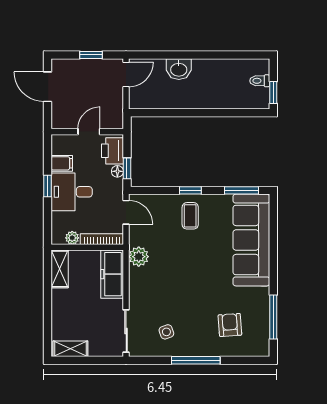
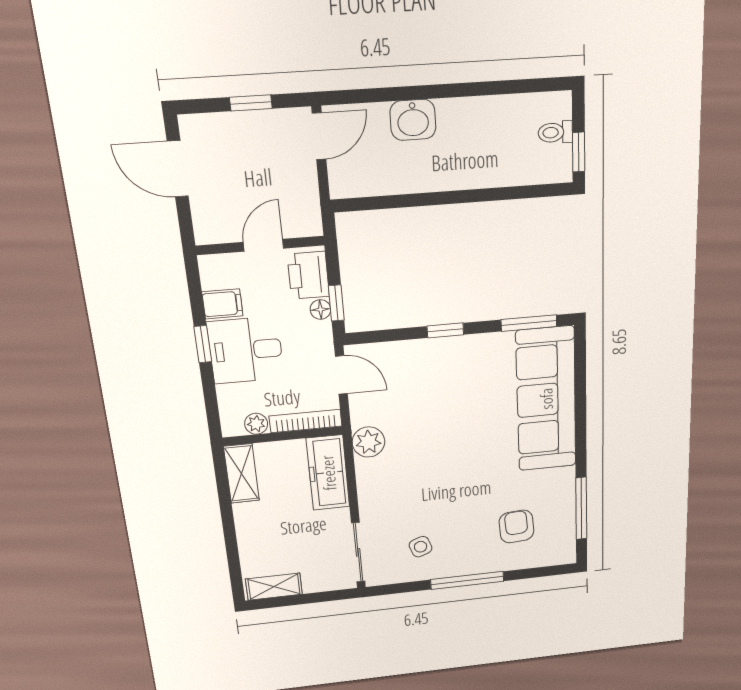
coffee table: (190, 216) -> (447, 371), removed

